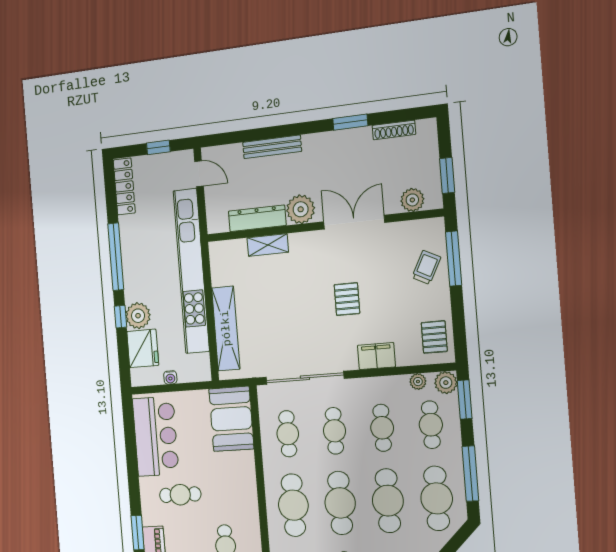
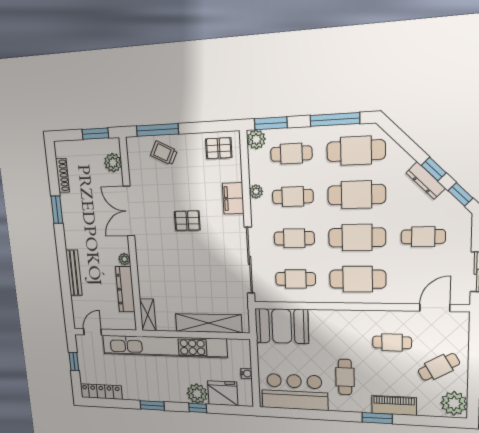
plant: (301, 209) -> (124, 259), width x0.53, depth x0.53
shelving: (268, 245) -> (148, 315), moved
window: (116, 257) -> (152, 405), width x0.47
plant: (418, 382) -> (256, 191), moved

